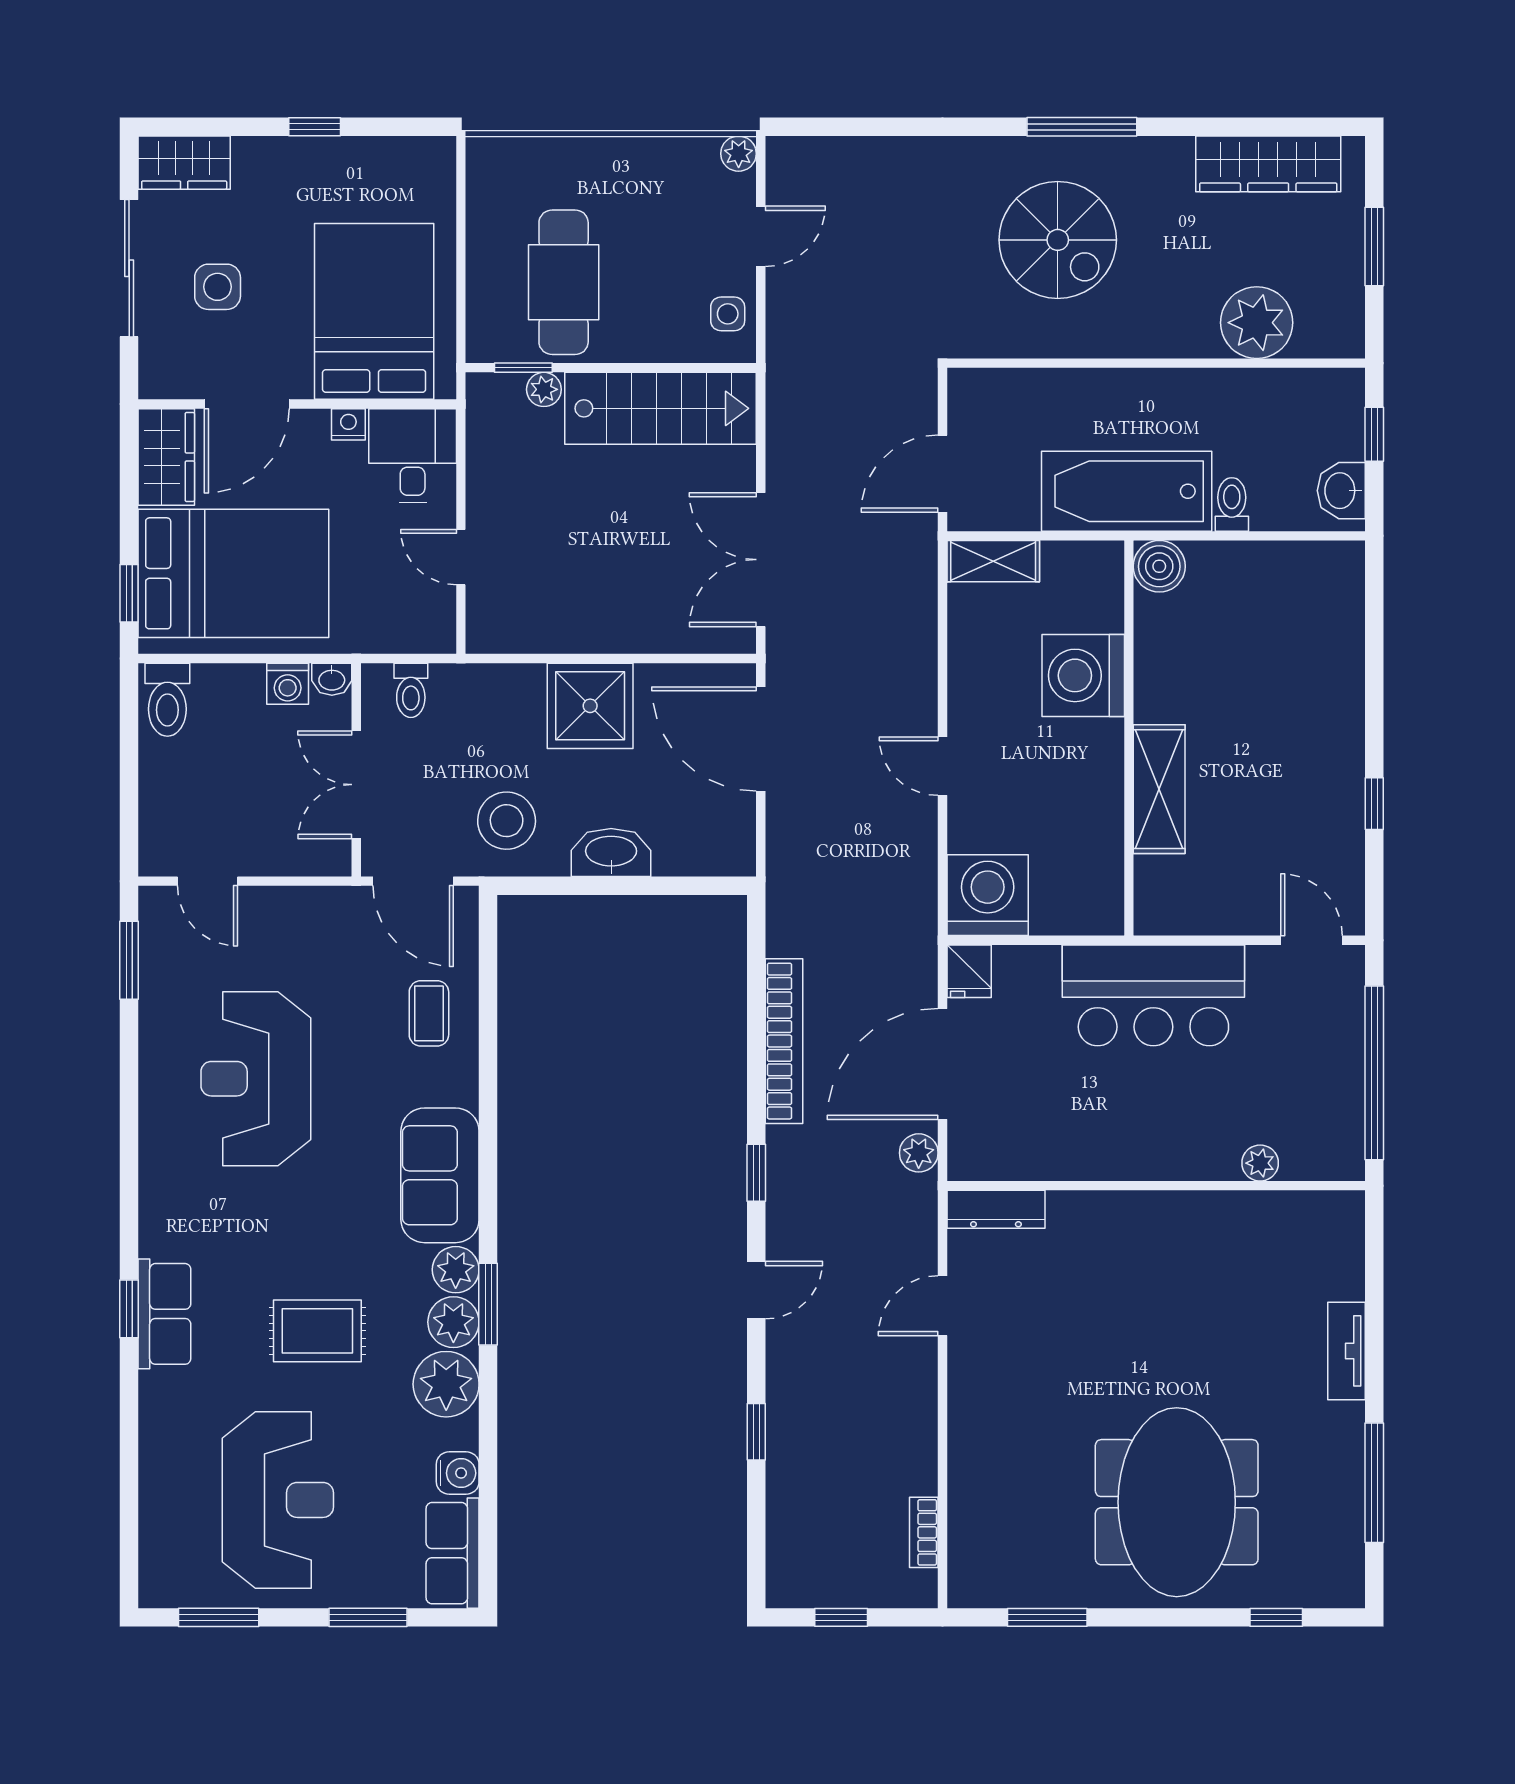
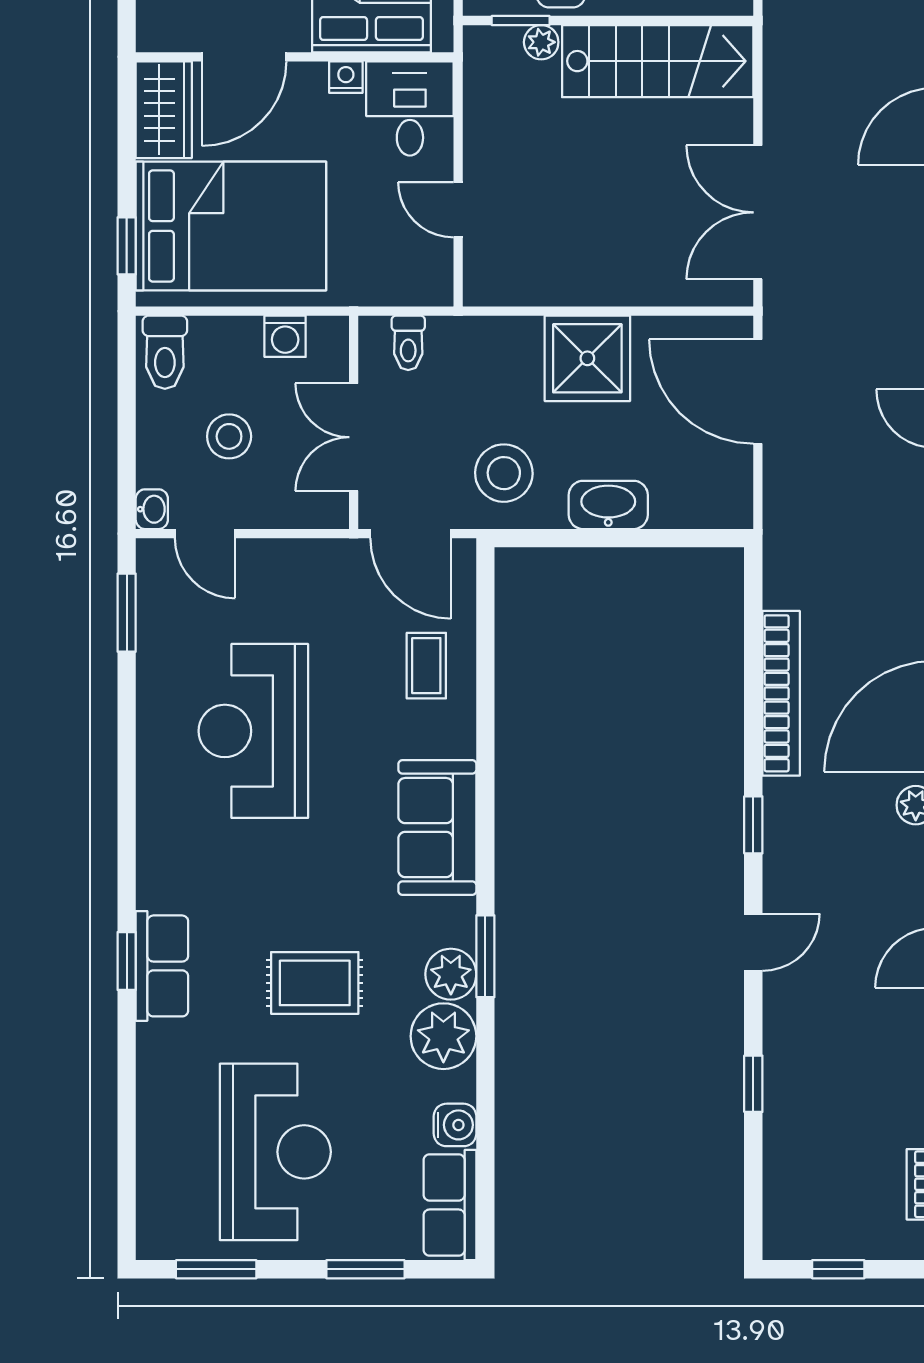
washbasin: (332, 679) -> (152, 509), moved, turned -90
stool: (232, 784) -> (229, 436), added
plant: (456, 1270) -> (453, 922), removed

